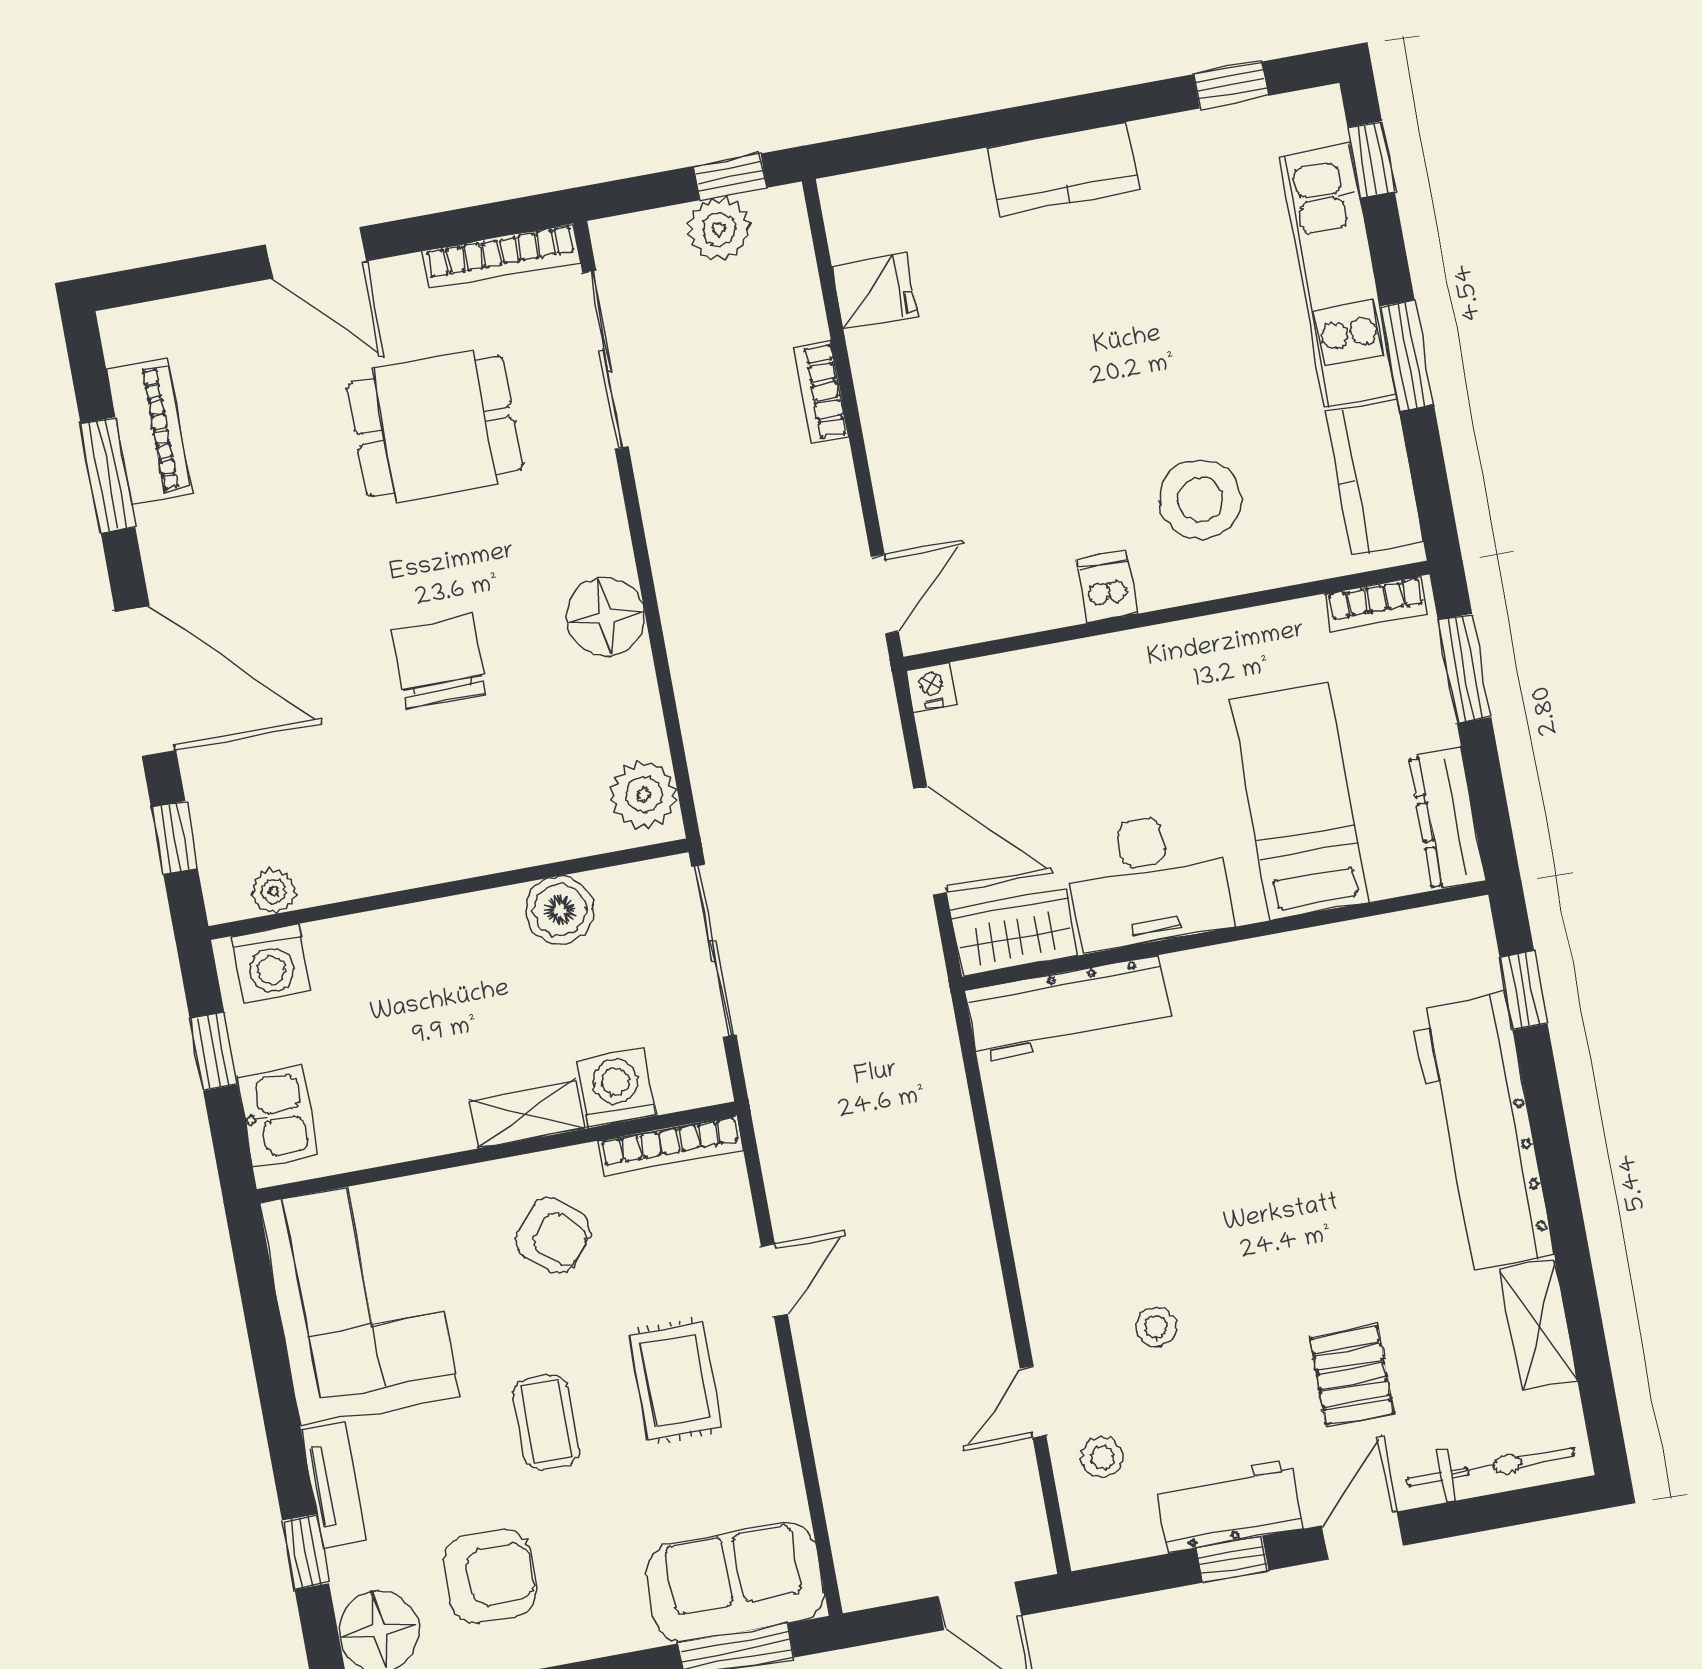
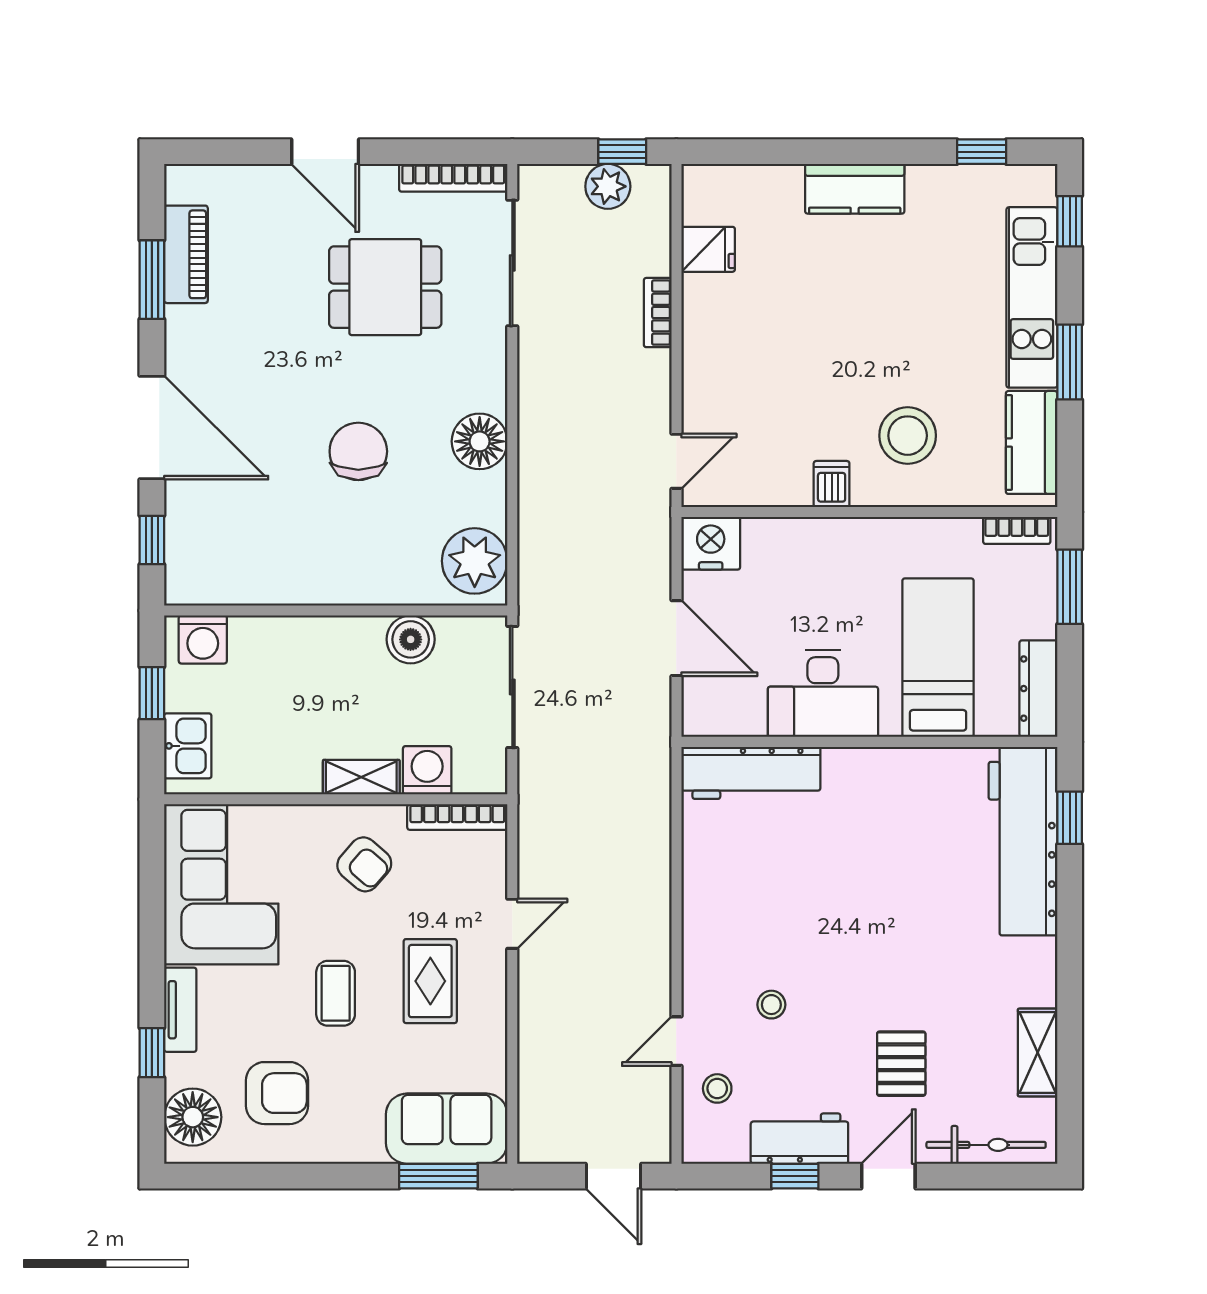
nightstand: (931, 687) -> (711, 543), width x1.89, depth x1.79
plant: (644, 795) -> (475, 561), width x1.36, depth x1.36
plant: (274, 891) -> (214, 589), removed
wardrobe: (1014, 933) -> (723, 713), removed
workbench: (1482, 1132) -> (1023, 841), moved

